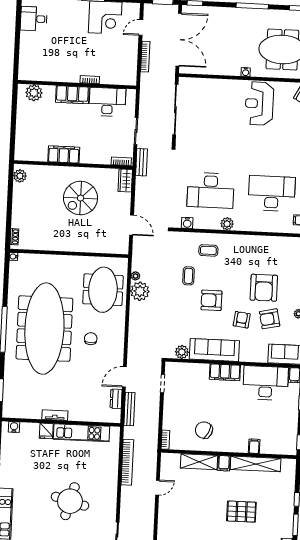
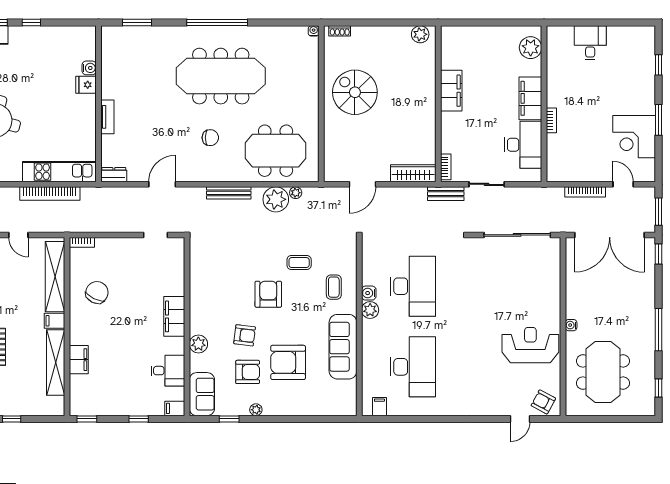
desk: (34, 19) -> (590, 43), moved
wardrobe: (125, 180) -> (413, 173), width x1.50
desk: (211, 190) -> (413, 286), turned 180
spiral stairs: (80, 198) -> (355, 92), moved
water cooler: (187, 223) -> (369, 293), moved
armchair: (270, 319) -> (248, 372), turned 102
meeting table: (44, 329) -> (221, 76), width x0.73, depth x0.79
sofa: (214, 350) -> (343, 347), moved, turned 180
plant: (182, 352) -> (198, 344), moved
door: (124, 377) -> (162, 184), hinge flipped
desk: (266, 383) -> (168, 371), width x0.53, depth x0.77
dresser: (116, 399) -> (114, 175), moved
bench: (129, 409) -> (229, 193), moved
tv unit: (55, 415) -> (107, 117), moved
water cooler: (14, 427) -> (89, 68), moved
kitchen unit: (82, 433) -> (59, 172), moved, turned 90
filing cabinet: (254, 446) -> (79, 360), width x2.00
shelving: (199, 462) -> (55, 277), width x1.47

